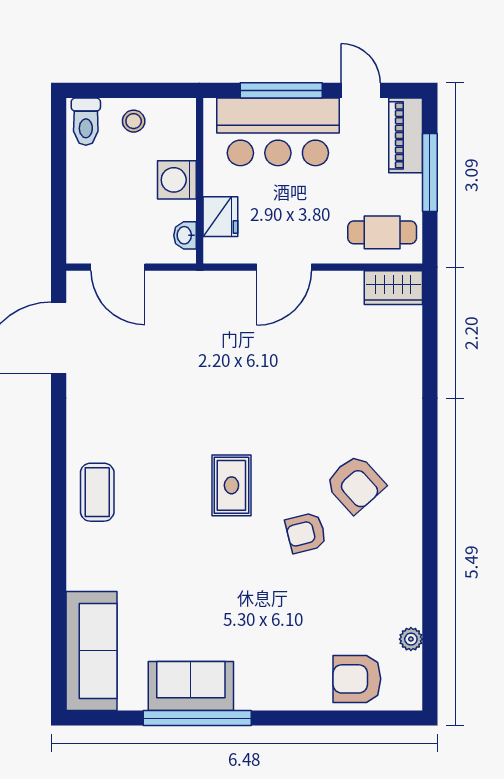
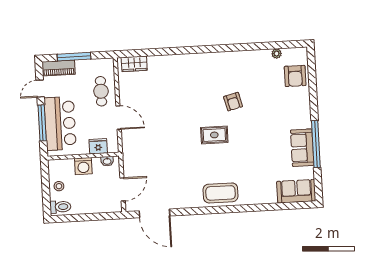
cafe table: (382, 232) -> (101, 91), moved
wardrobe: (393, 288) -> (134, 64), moved, turned 90
armchair: (355, 484) -> (211, 81), removed
coffee table: (97, 492) -> (221, 193), width x1.36, depth x1.32
sofa: (91, 651) -> (296, 191), width x0.73

